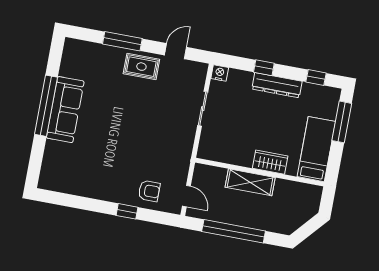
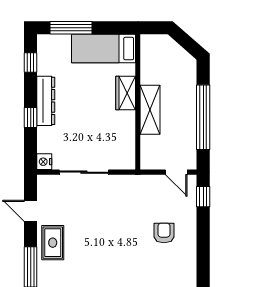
sliding door: (203, 109) -> (84, 172), width x1.37
armchair: (149, 191) -> (164, 233), moved
door: (186, 196) -> (176, 172), swing flipped
window: (127, 211) -> (203, 197), moved

